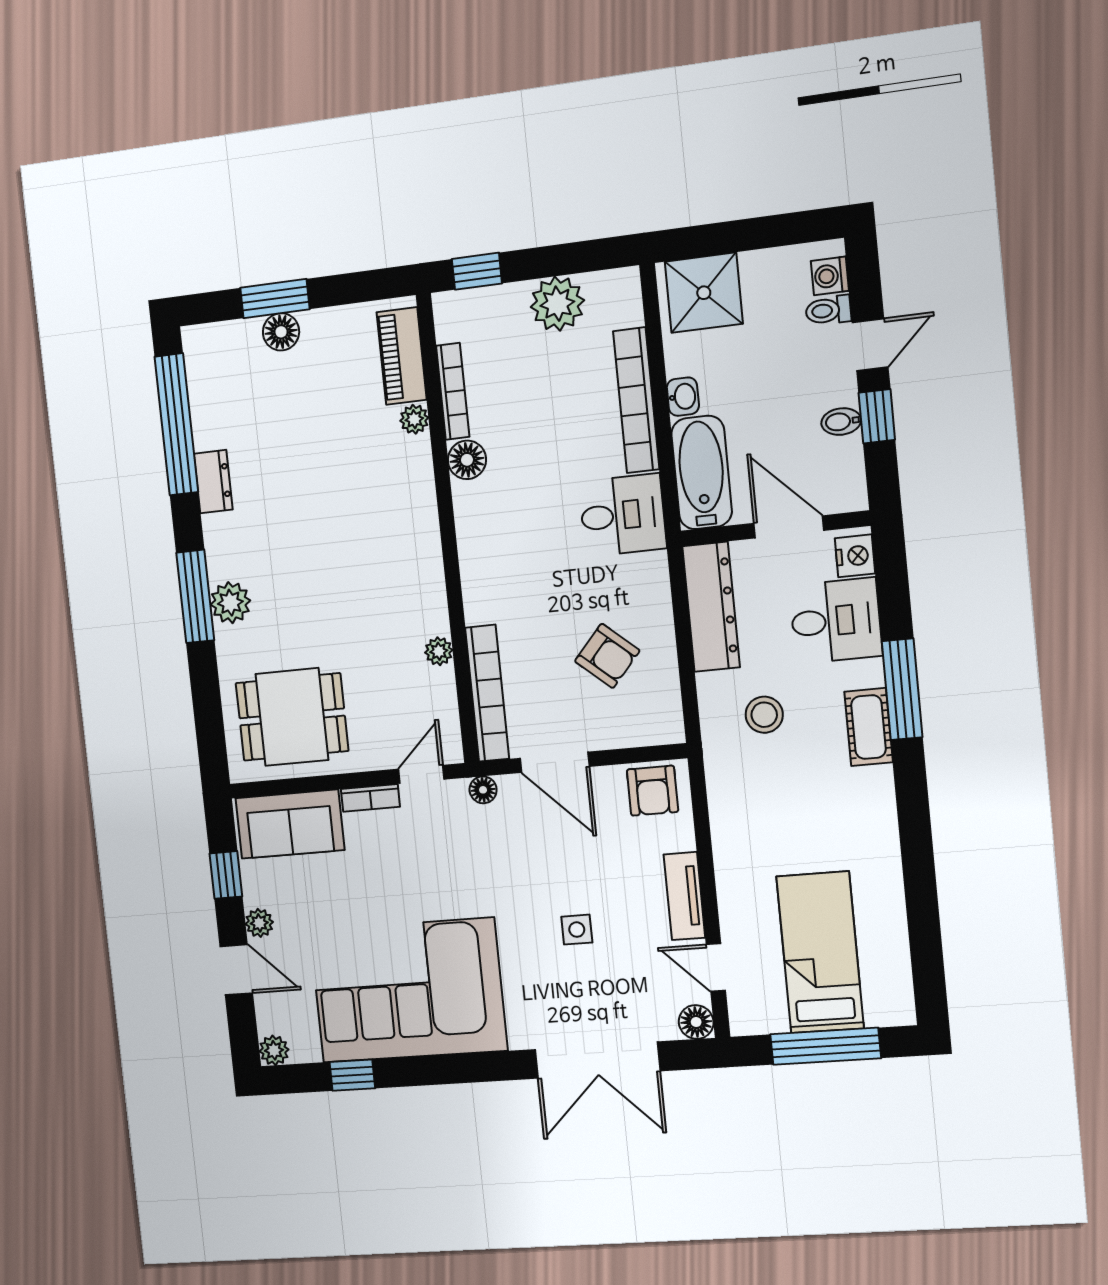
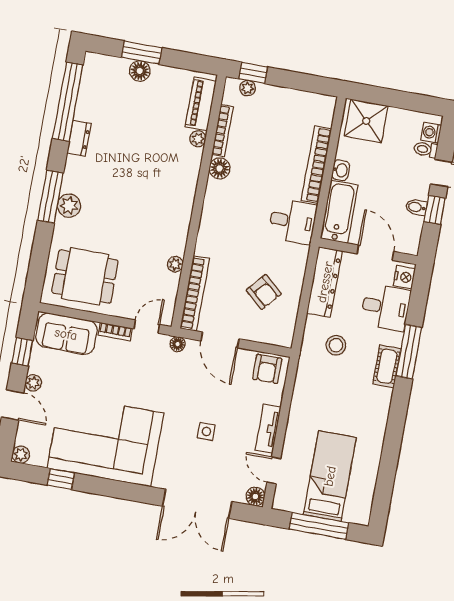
plant: (557, 304) -> (248, 88), moved, width x0.53, depth x0.53

